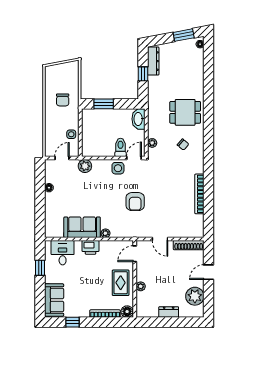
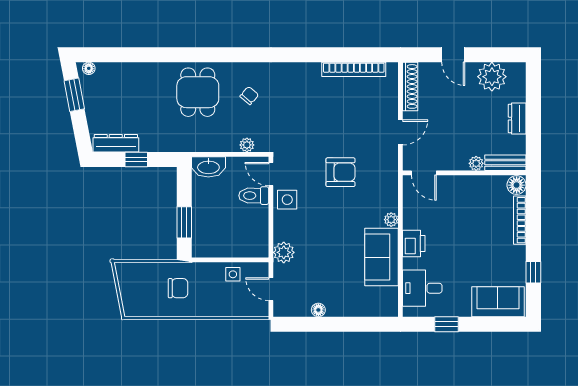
bookcase: (199, 194) -> (354, 69), moved
rug: (121, 283) -> (470, 195), removed
bench: (141, 305) -> (505, 163), added

